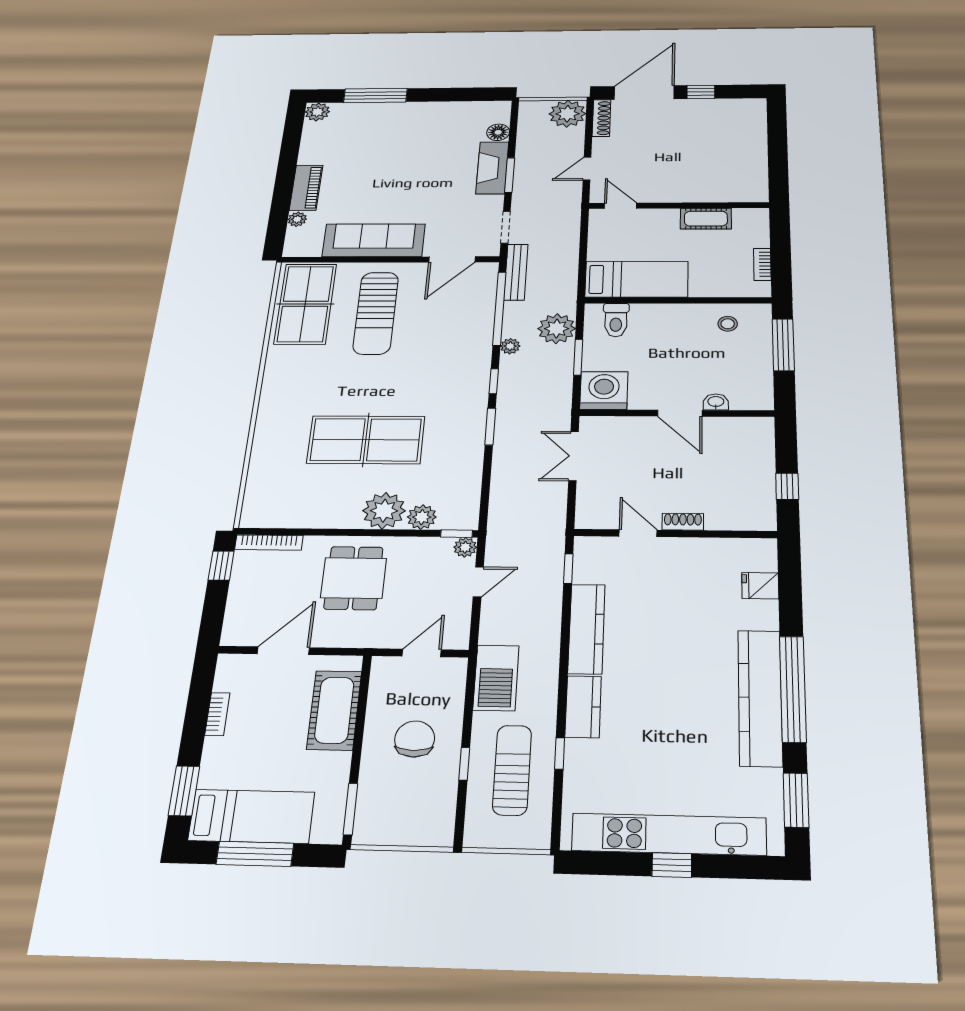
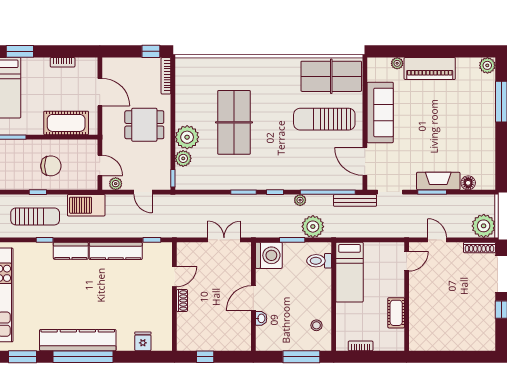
piano: (306, 188) -> (430, 68), width x1.37, depth x1.33
plant: (465, 547) -> (116, 184), moved

